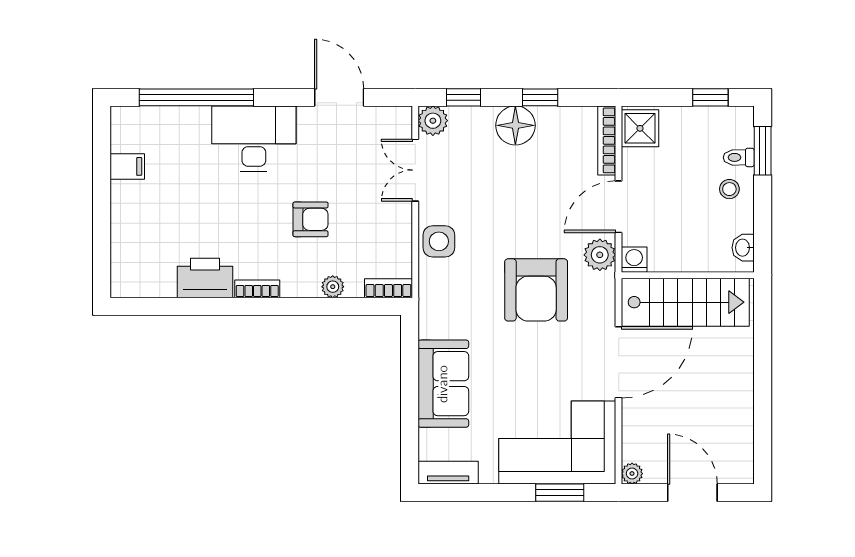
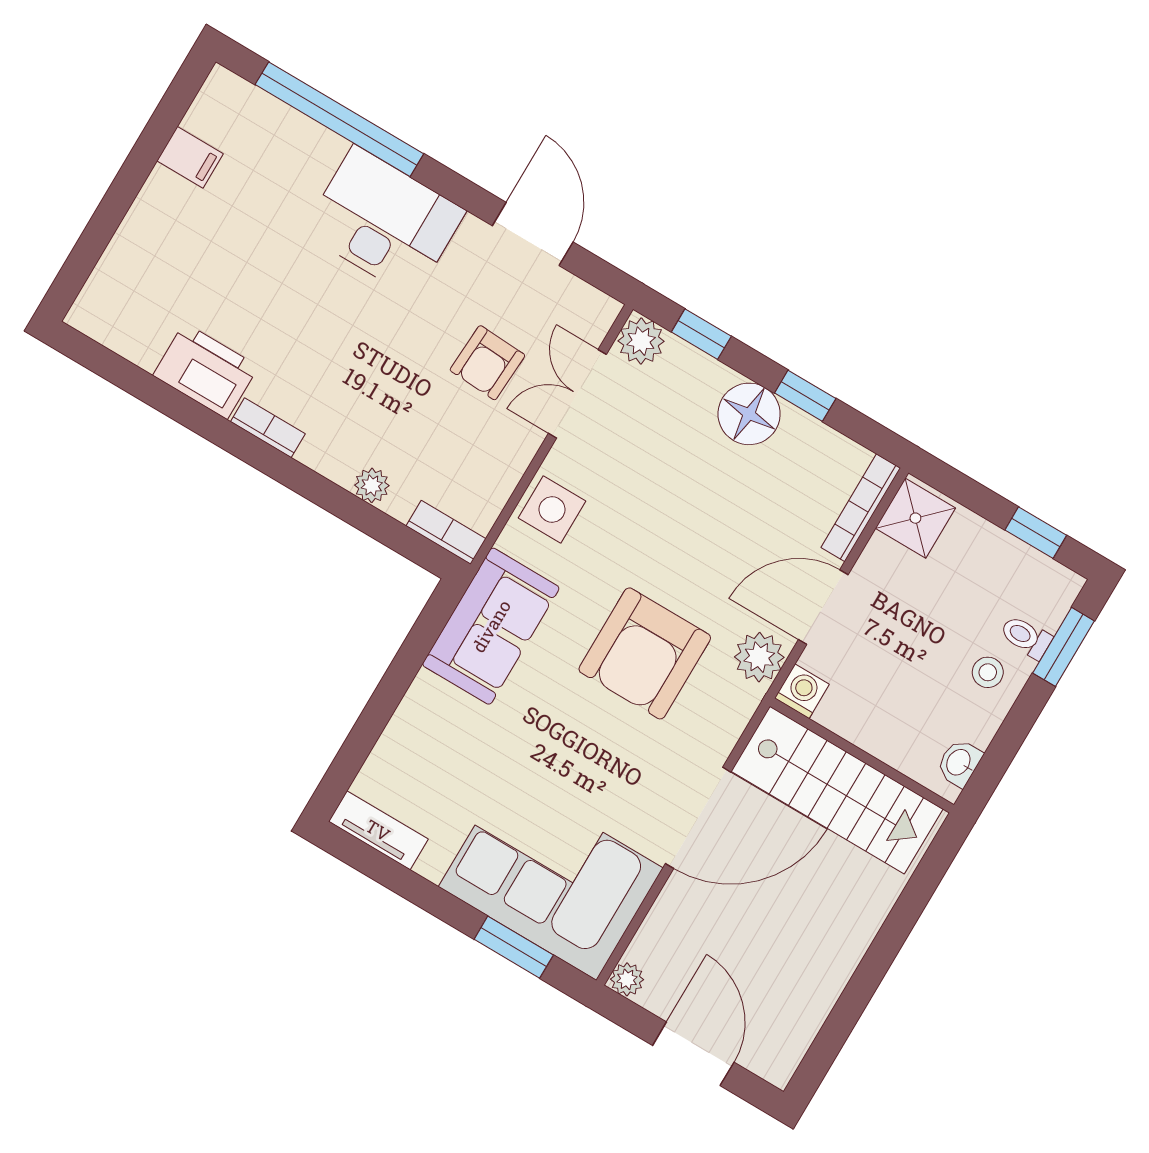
armchair: (311, 219) -> (487, 363), moved, turned 93
sofa: (443, 384) -> (491, 626), moved

